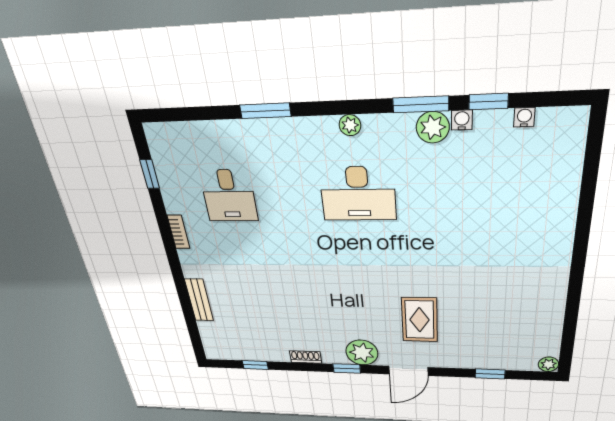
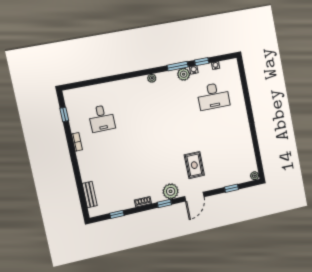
window: (265, 111) -> (117, 77), removed
desk: (358, 194) -> (213, 96), moved
bench: (199, 300) -> (90, 195), moved

